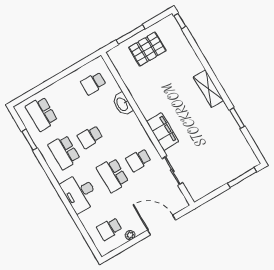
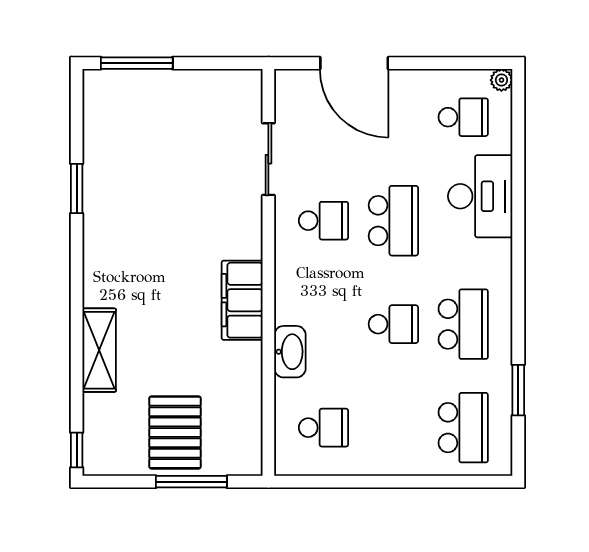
pallet: (147, 49) -> (175, 432), turned 90
shelving: (208, 89) -> (99, 350), moved
filing cabinet: (162, 132) -> (242, 300), moved
desk: (80, 193) -> (480, 196), moved
plant: (130, 235) -> (501, 80), moved

